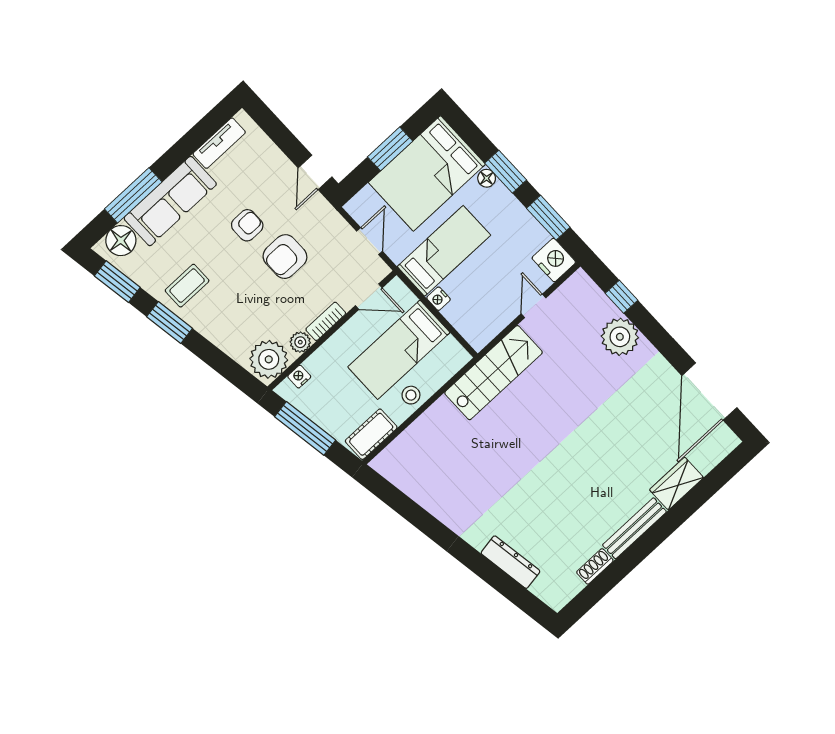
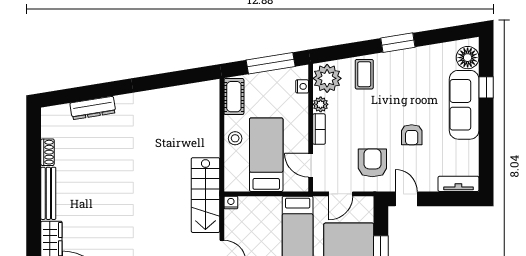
tv unit: (219, 143) -> (458, 184), moved, turned 90
window: (133, 195) -> (486, 87), width x0.46
door: (370, 241) -> (341, 194), hinge flipped
armchair: (285, 257) -> (372, 163), moved
window: (117, 282) -> (447, 35), removed
coffee table: (187, 286) -> (364, 74), moved
door: (369, 297) -> (311, 165), hinge flipped
nightstand: (439, 299) -> (231, 202), moved

